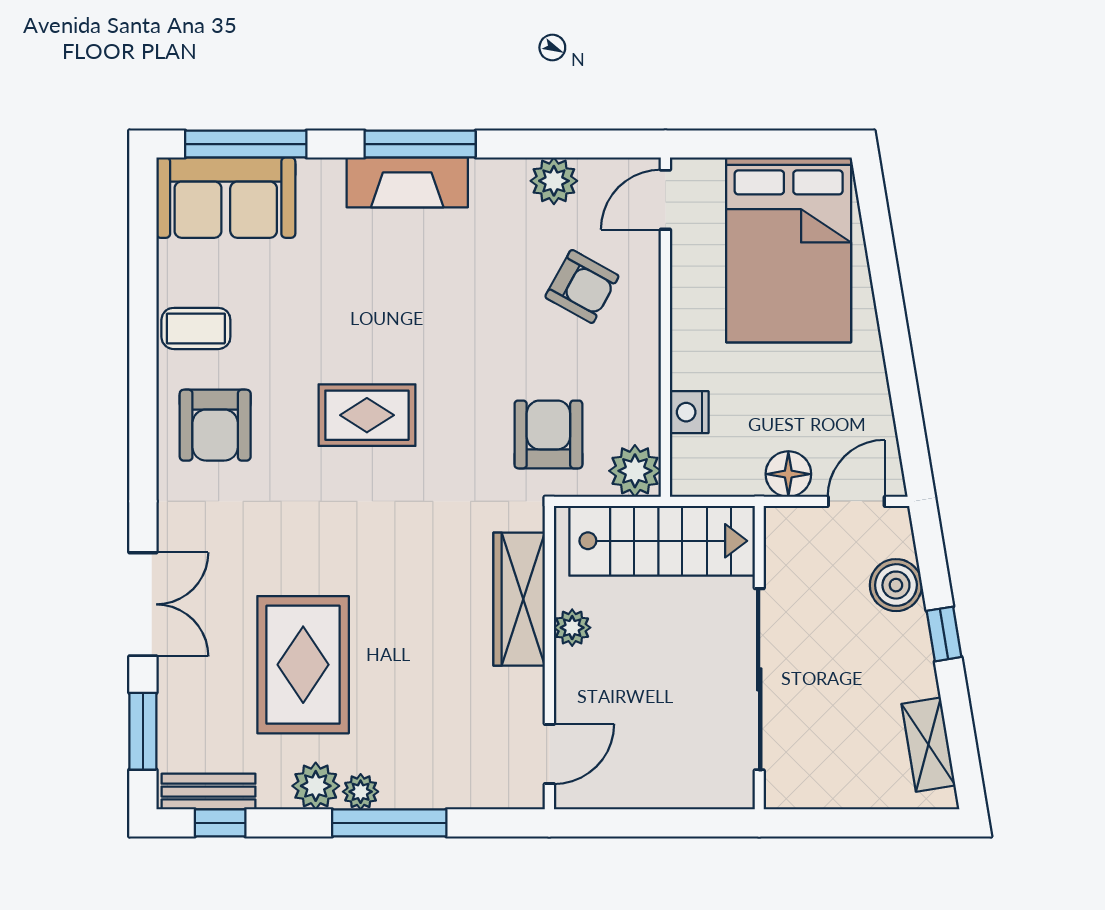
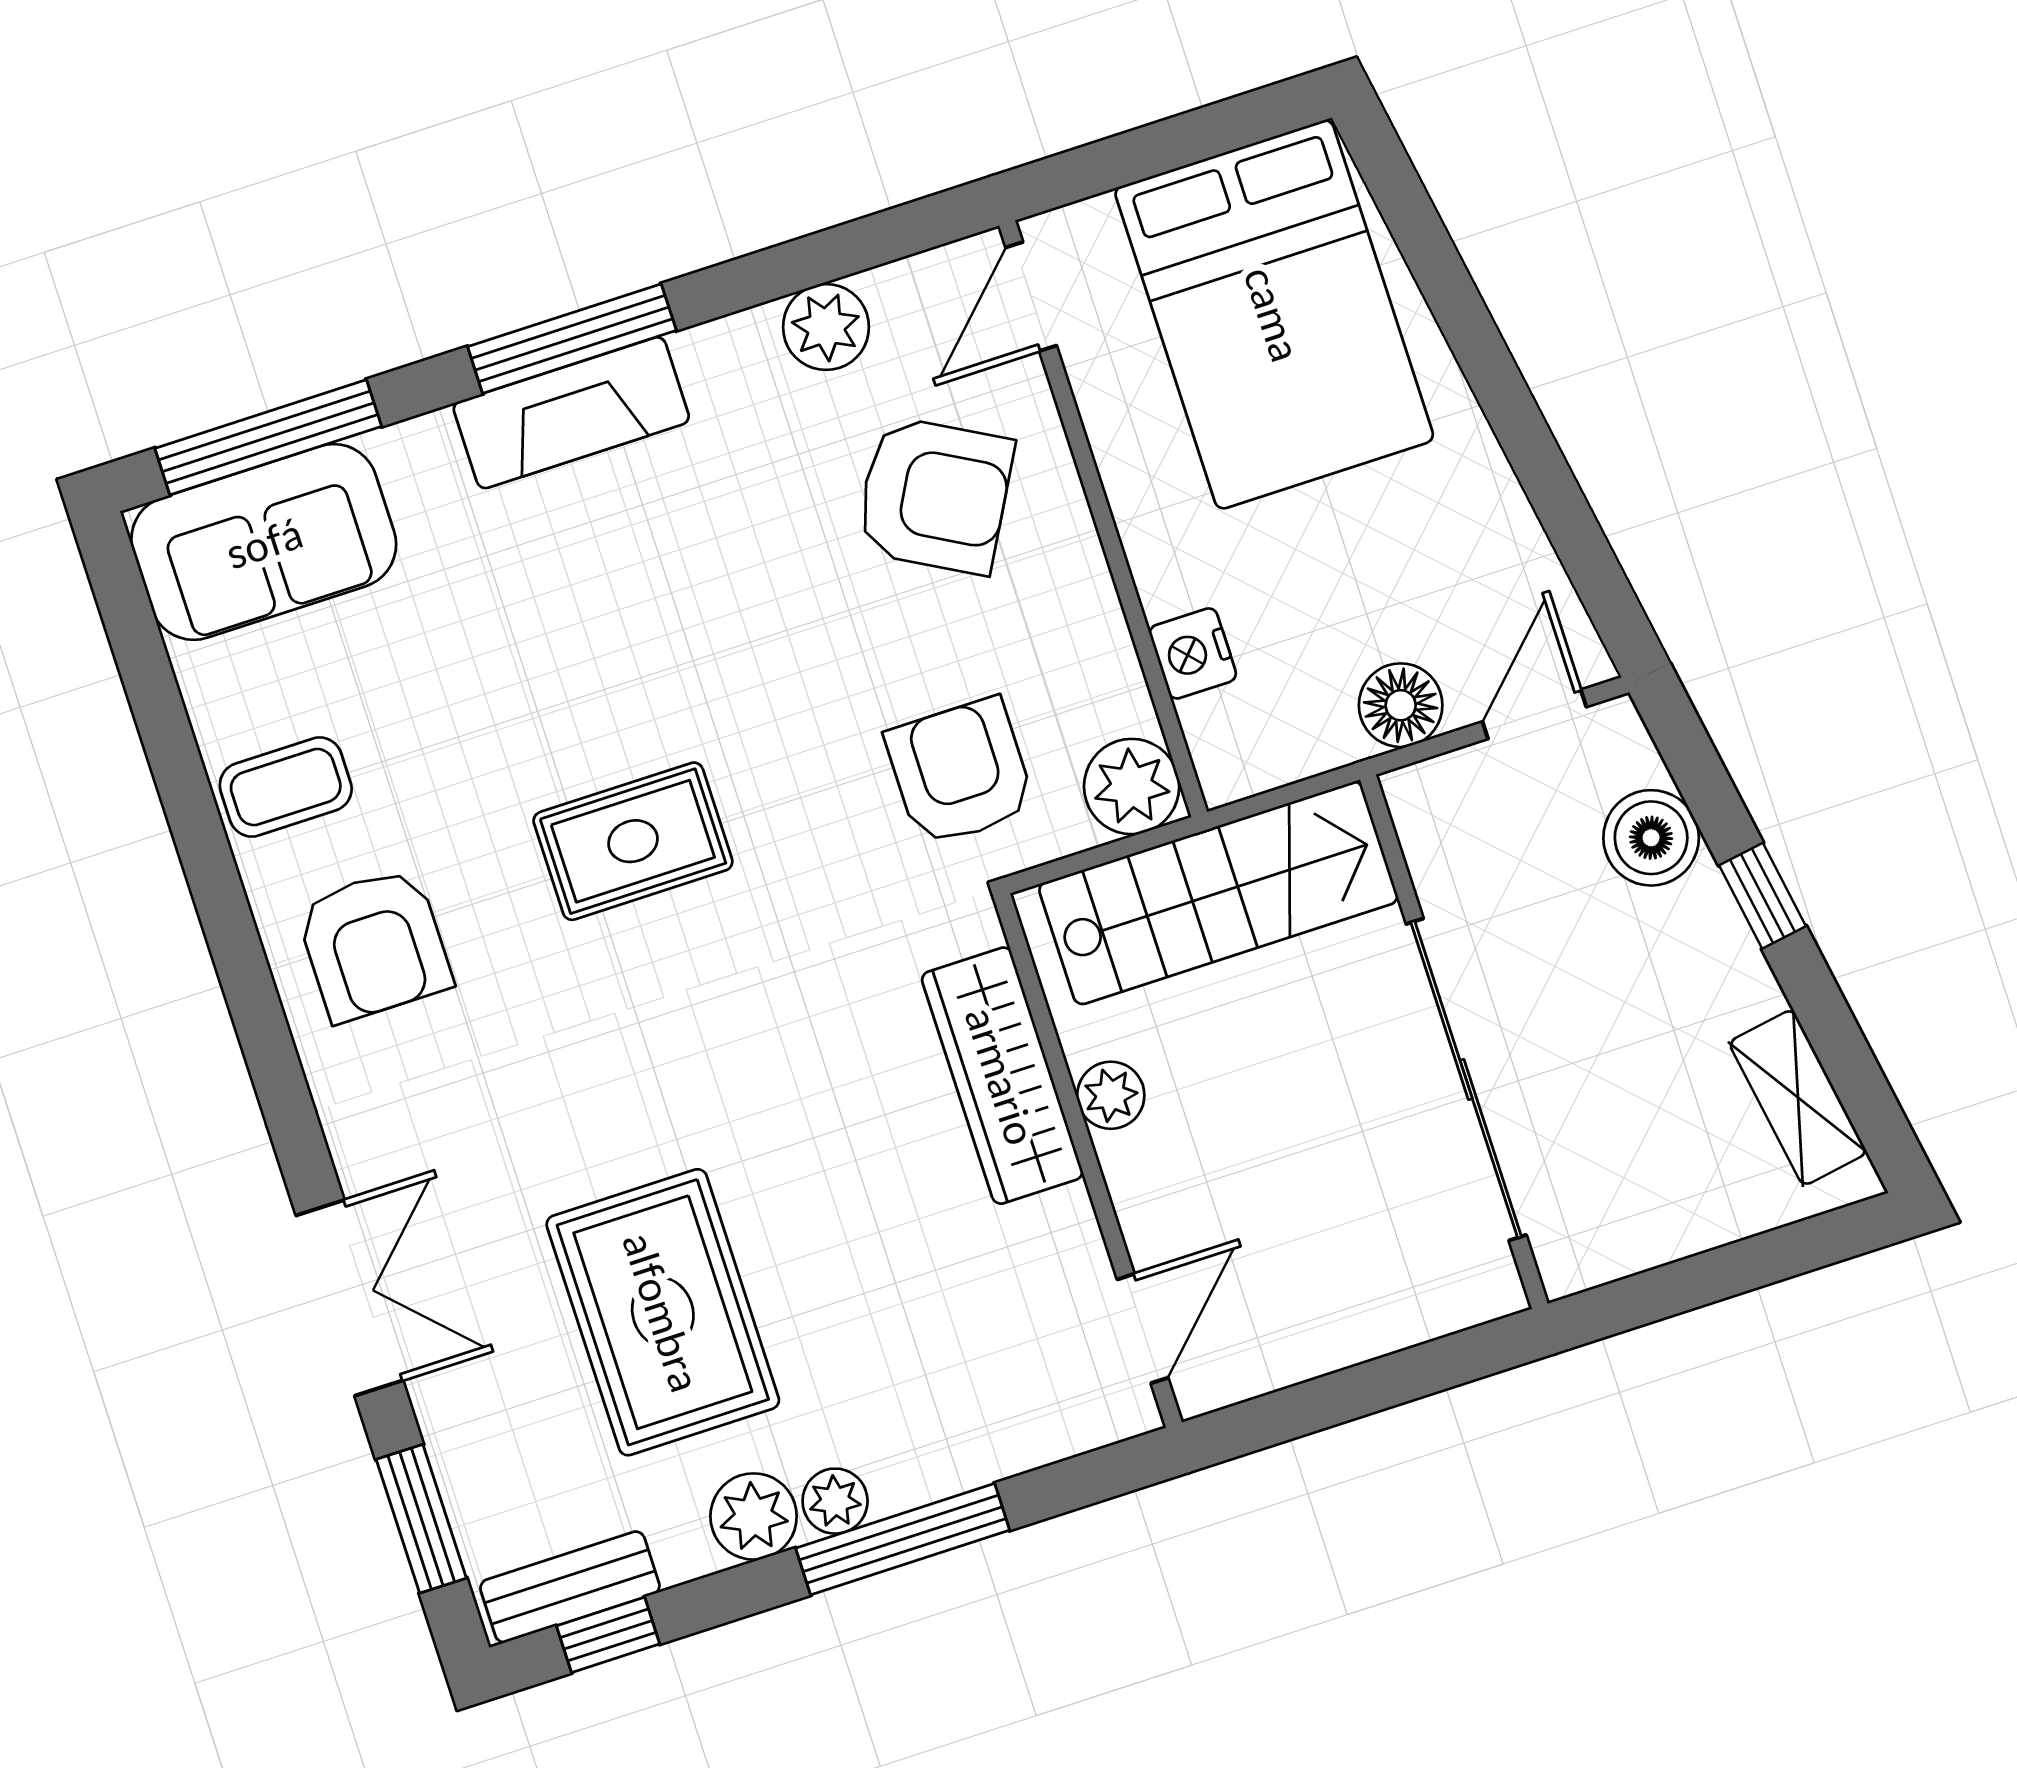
armchair: (582, 286) -> (935, 495), width x1.38, depth x1.38

